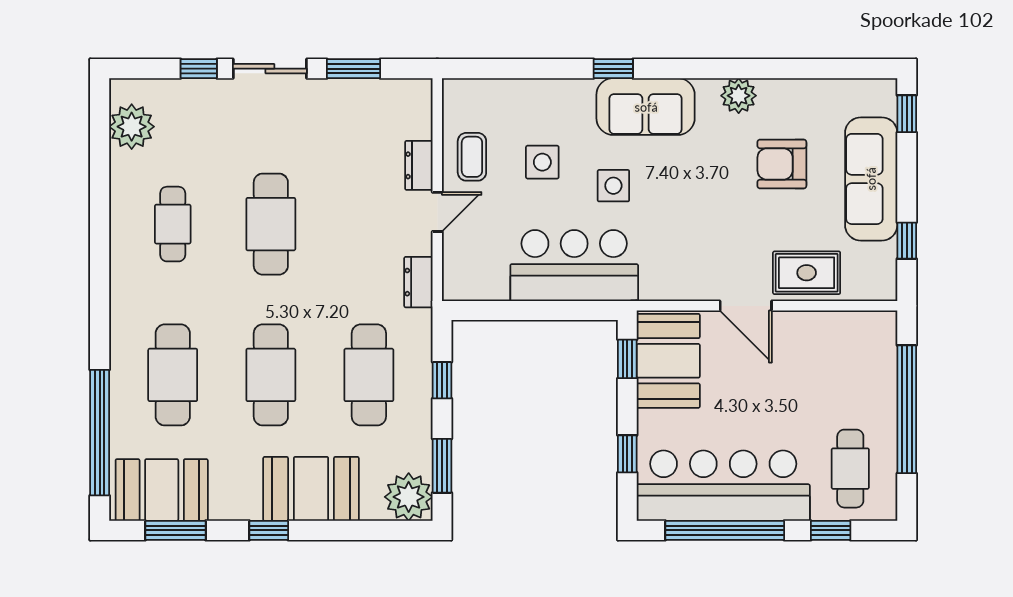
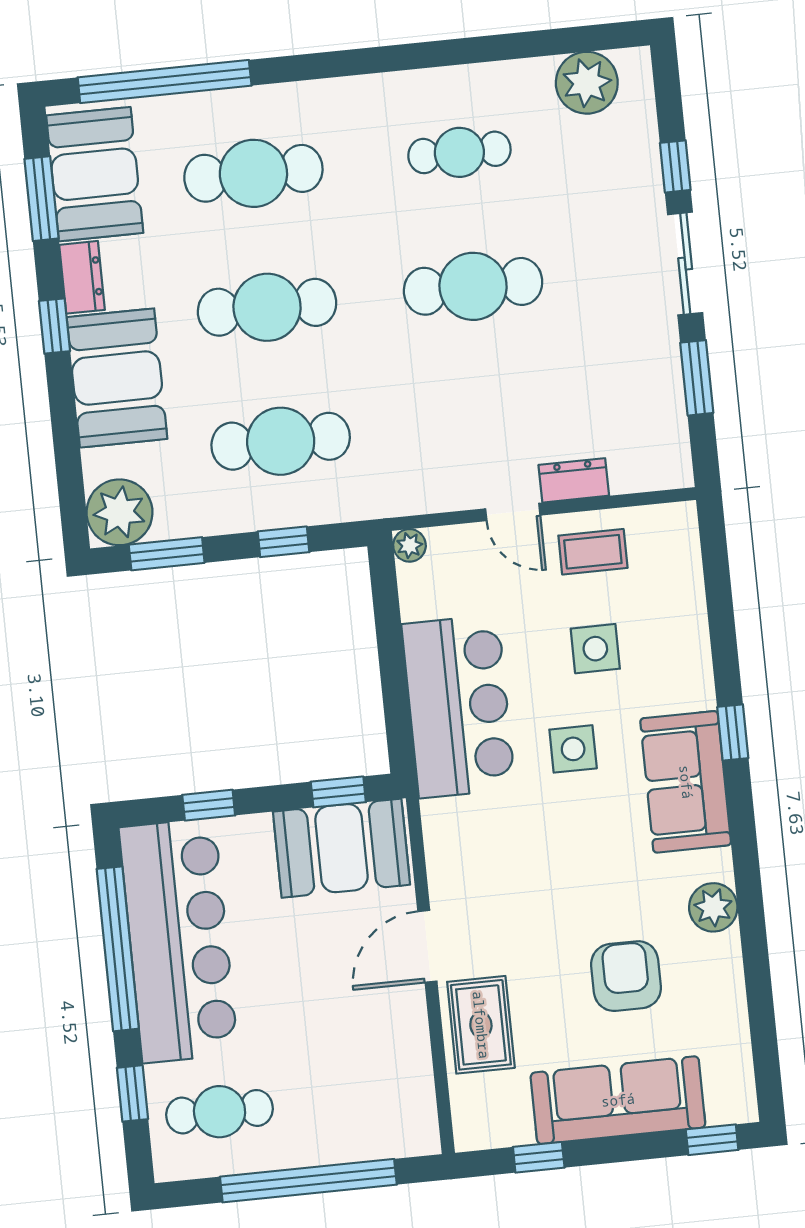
dresser: (418, 282) -> (82, 277), moved, turned 90
plant: (454, 289) -> (409, 545), added

